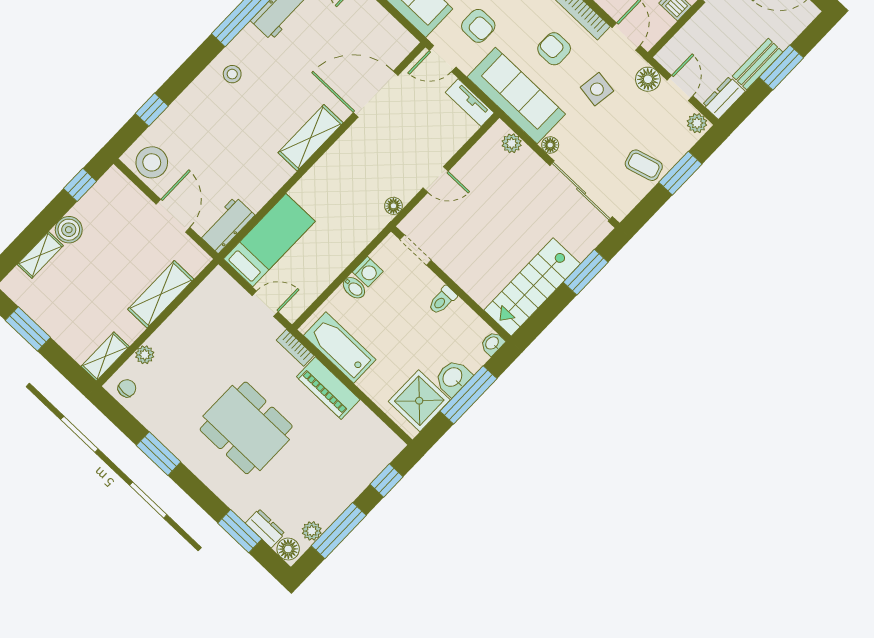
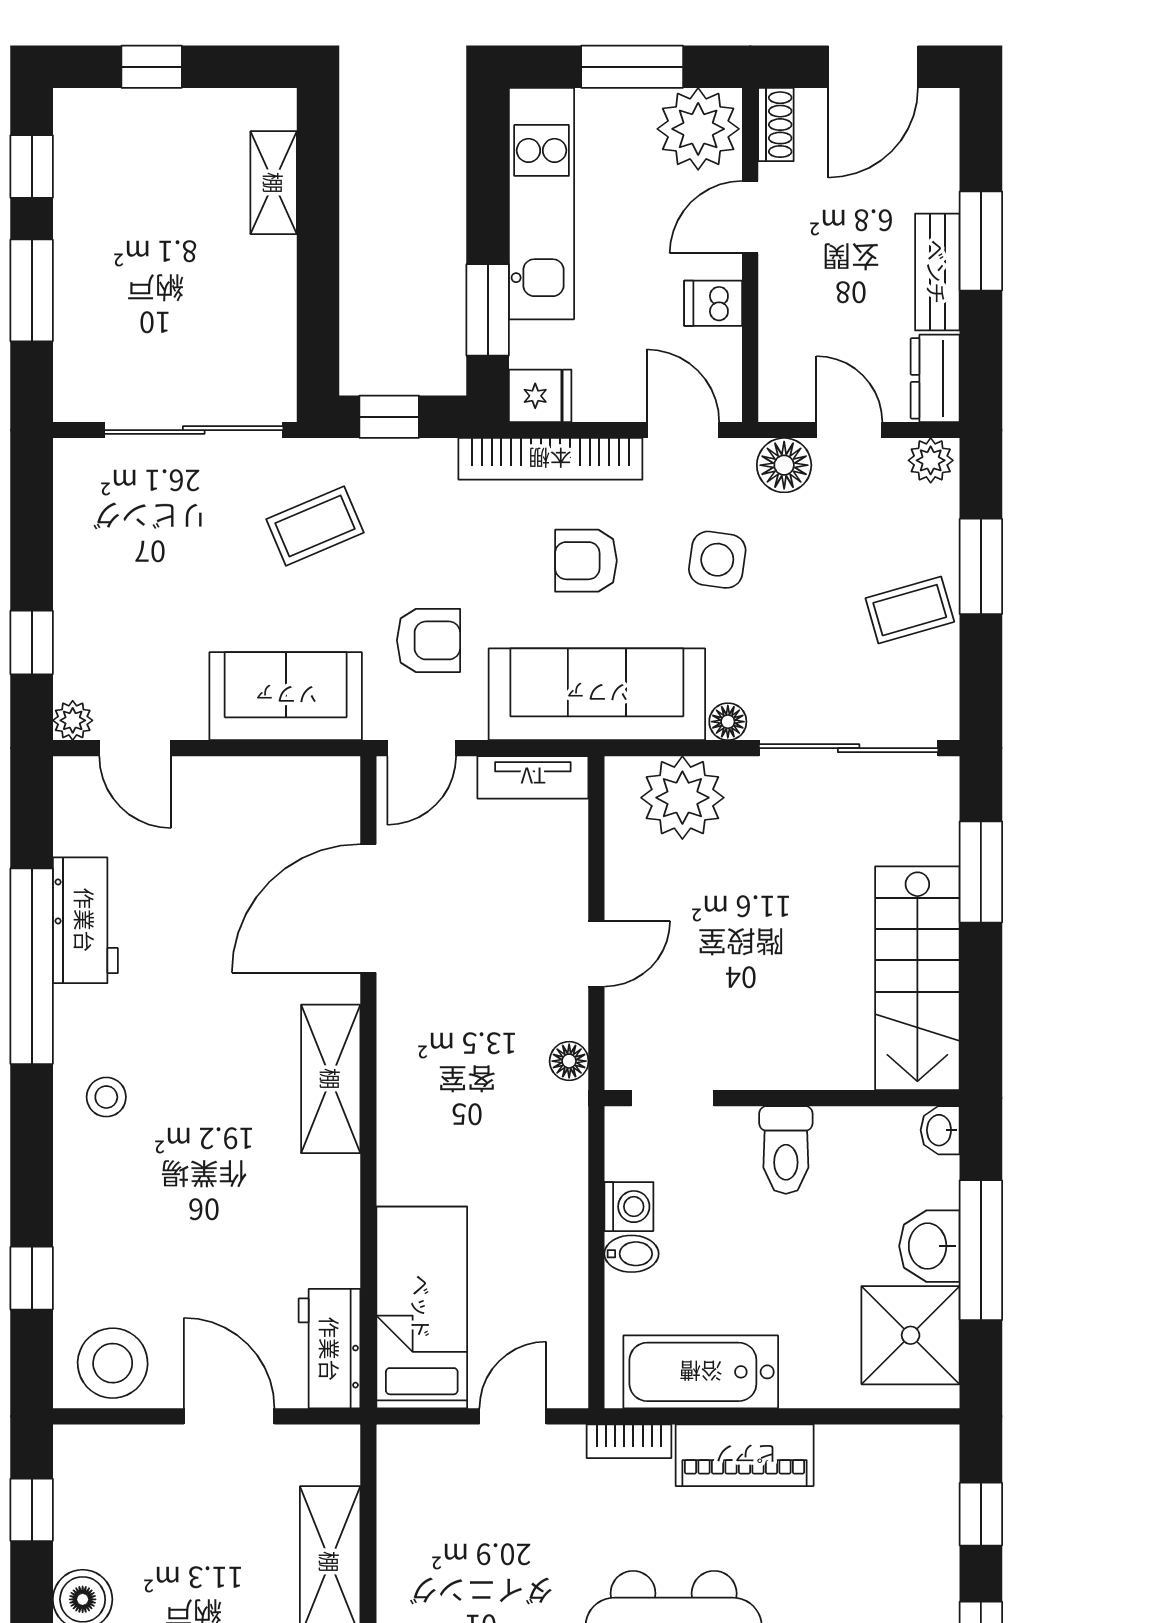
plant: (512, 143) -> (682, 798), width x1.88, depth x1.88
toilet: (442, 300) -> (786, 1150), width x1.37, depth x1.39

